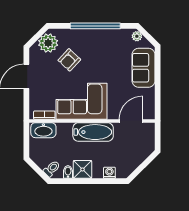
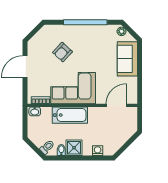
plant: (48, 43) -> (44, 37), removed
washbasin: (43, 130) -> (35, 111), width x0.52, depth x0.69
bathtub: (93, 132) -> (70, 115), moved

